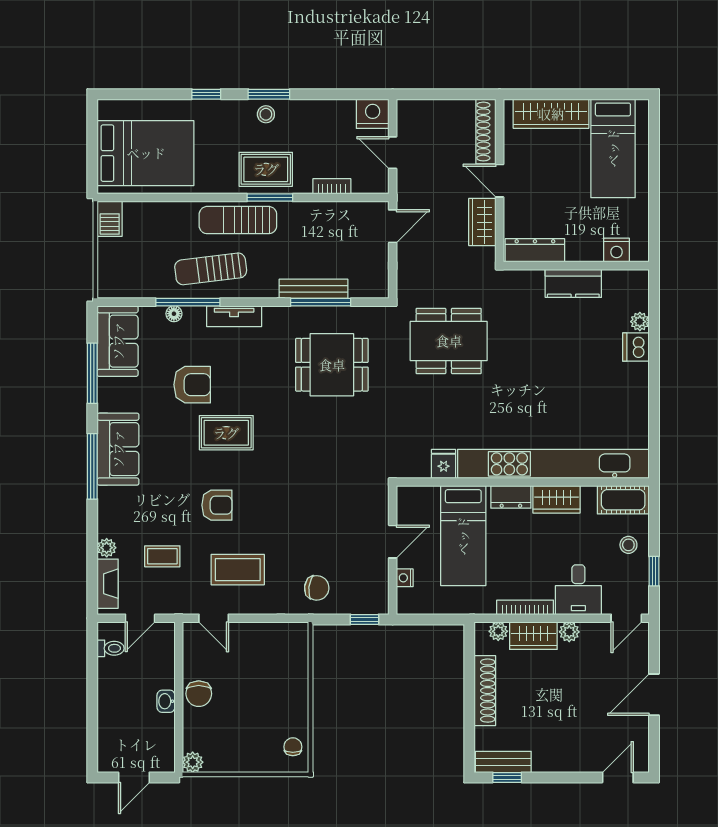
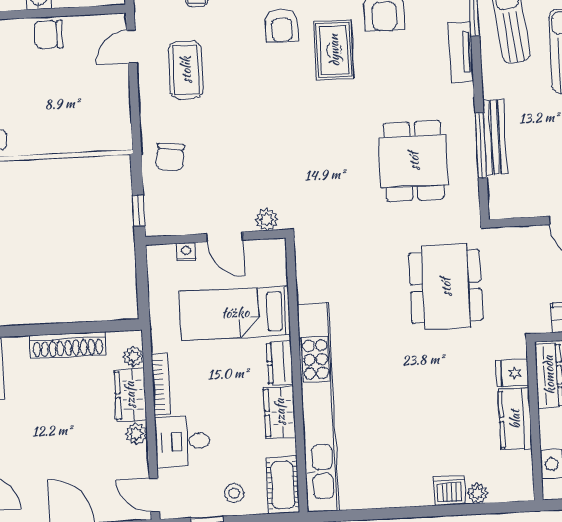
fridge: (444, 464) -> (512, 373), moved, turned 180
plant: (379, 502) -> (267, 220), added
armchair: (217, 505) -> (282, 25), moved

